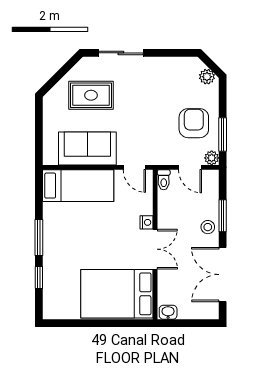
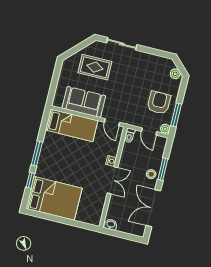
bed: (117, 294) -> (54, 198), moved, turned 180

